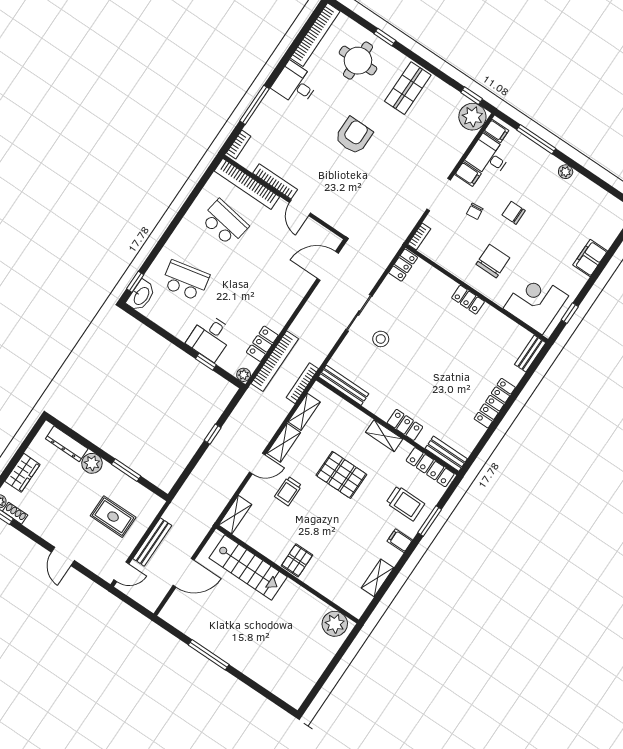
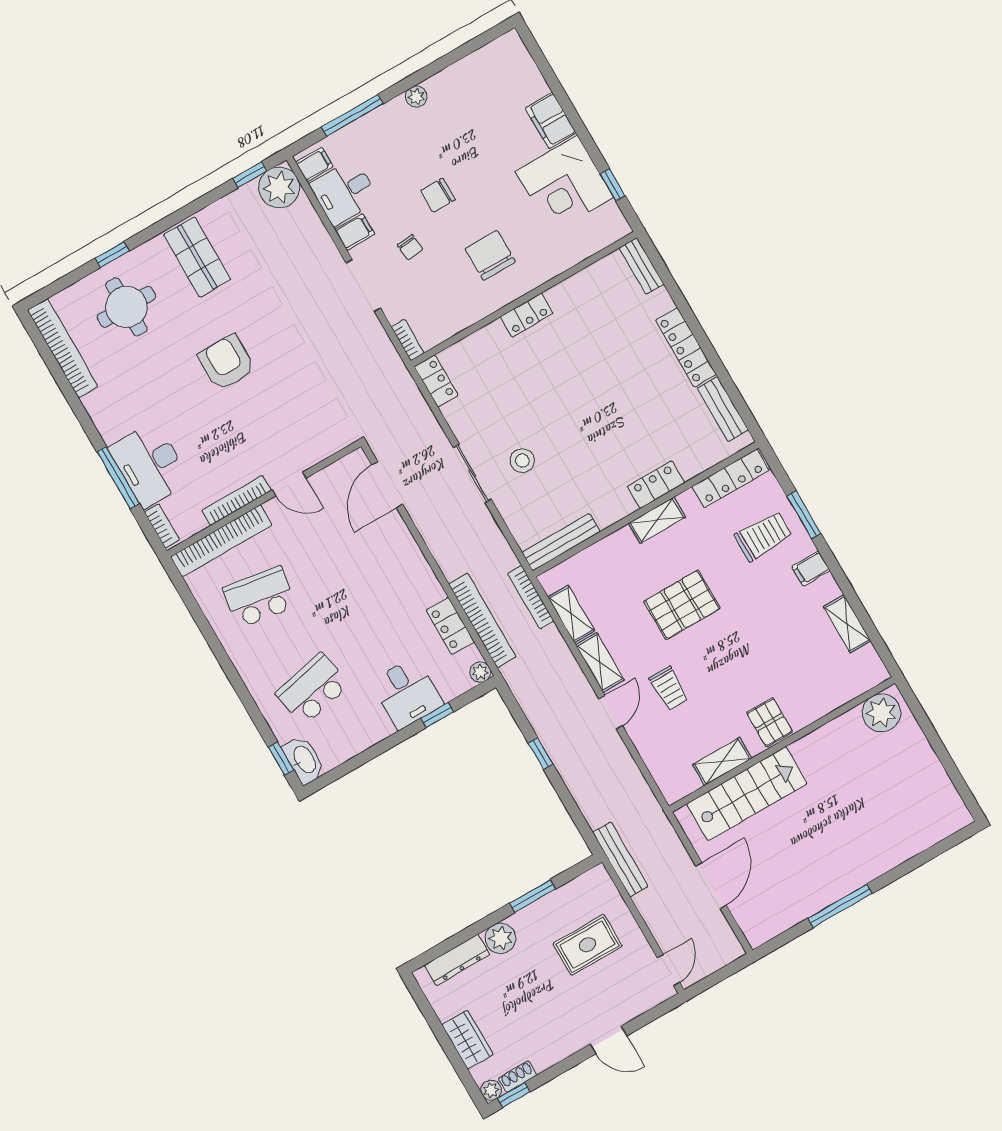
desk: (295, 84) -> (150, 464), moved, width x1.37
corner desk: (536, 302) -> (564, 184), moved, turned -90
bench: (446, 454) -> (723, 409), moved, turned 90
shelving: (235, 515) -> (722, 761), moved, turned 90
bench: (152, 542) -> (620, 859), moved

